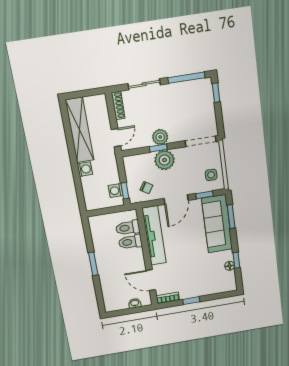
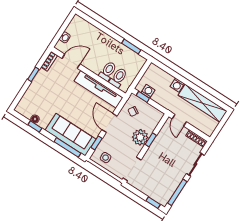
plant: (160, 137) -> (156, 147), removed
window: (231, 217) -> (67, 147), width x1.44
window: (93, 264) -> (131, 47), moved

